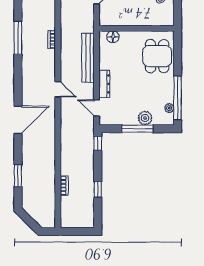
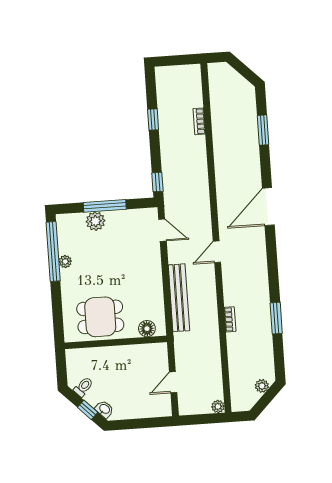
window: (18, 38) -> (276, 318), width x0.69
dining table: (157, 56) -> (100, 317), moved, turned 90
dresser: (104, 84) -> (154, 264), removed
door: (58, 89) -> (217, 252), hinge flipped
plant: (169, 108) -> (65, 262), moved

